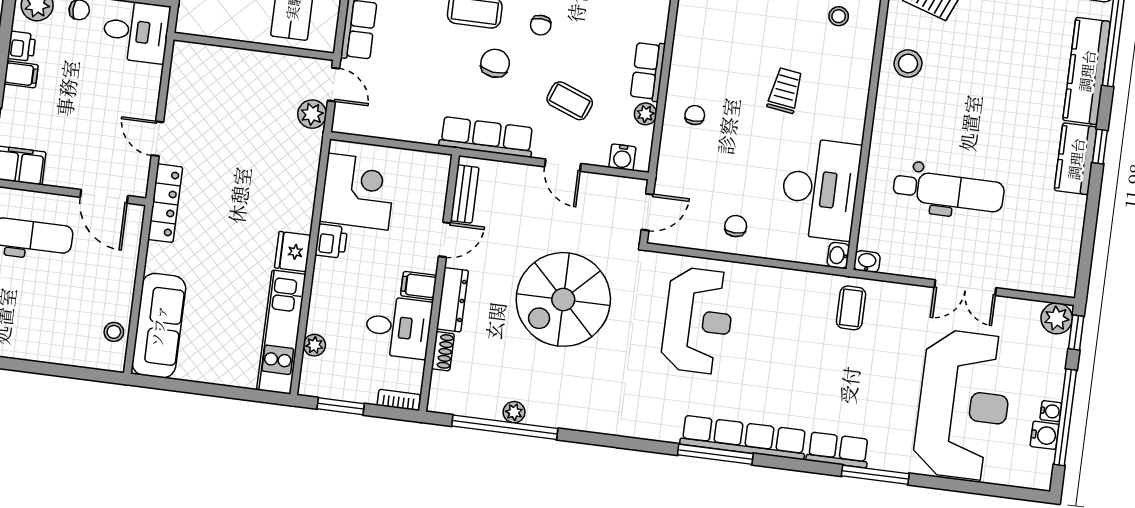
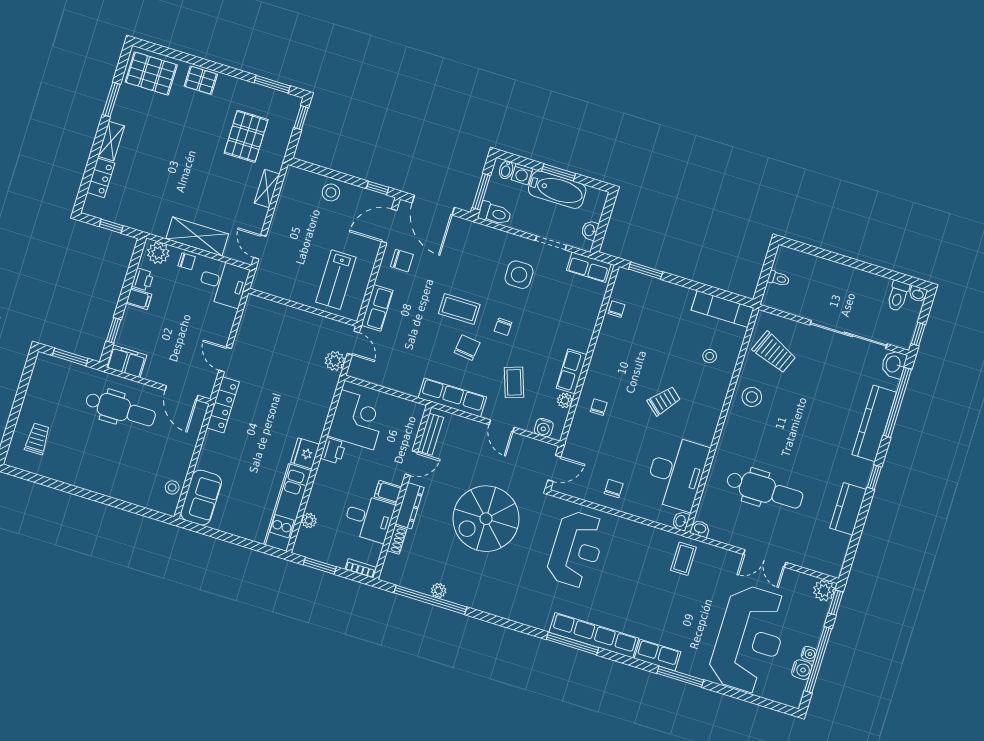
trolley: (785, 90) -> (664, 401), turned 33
coffee table: (570, 101) -> (514, 382), turned 50
kitchen counter: (1076, 159) -> (848, 509), moved
sofa: (159, 326) -> (201, 498), width x0.73

